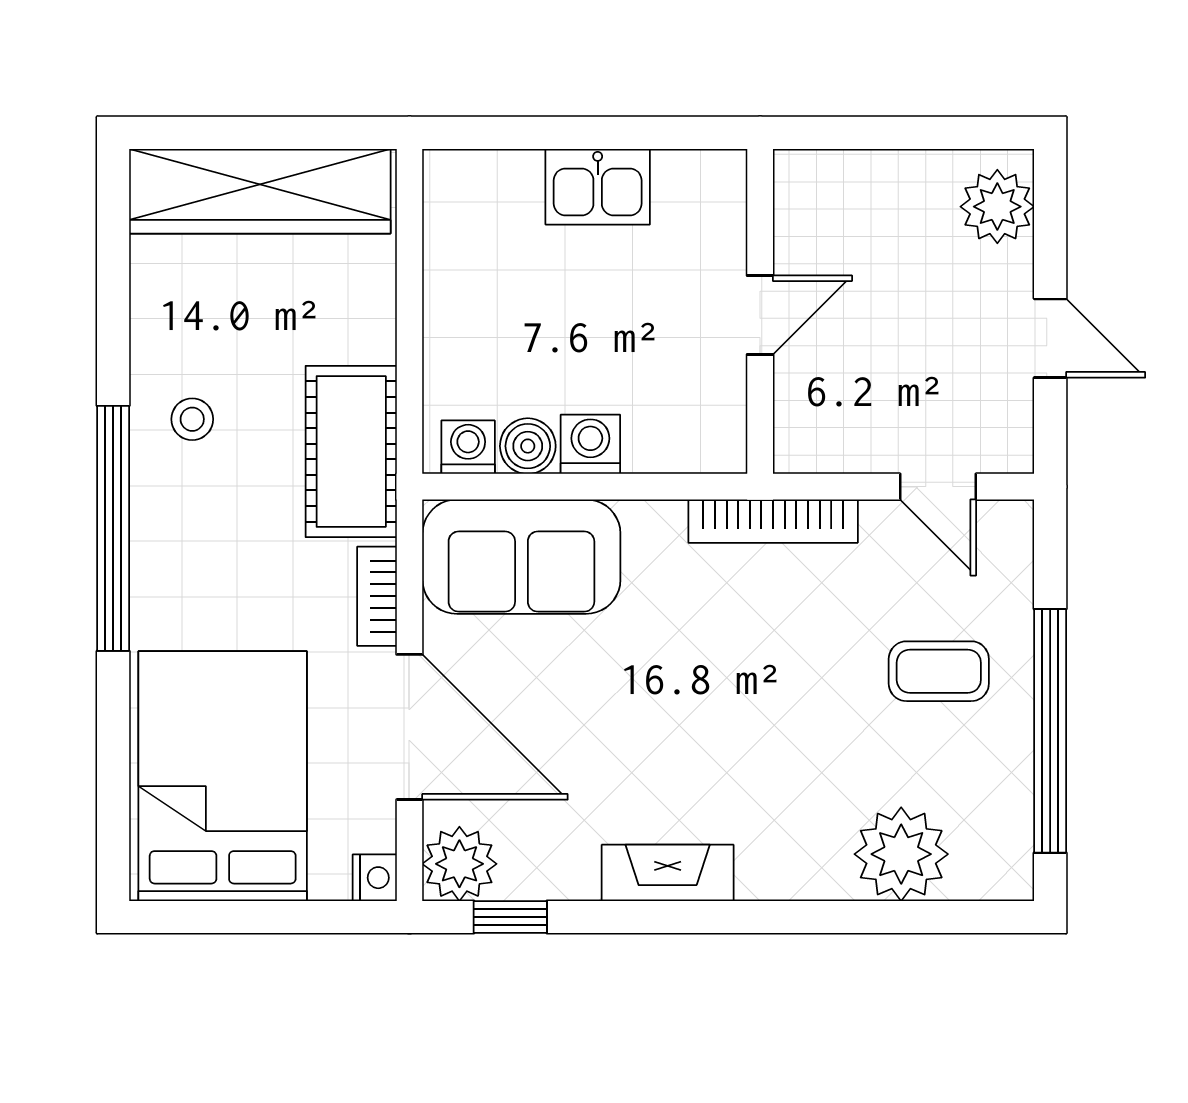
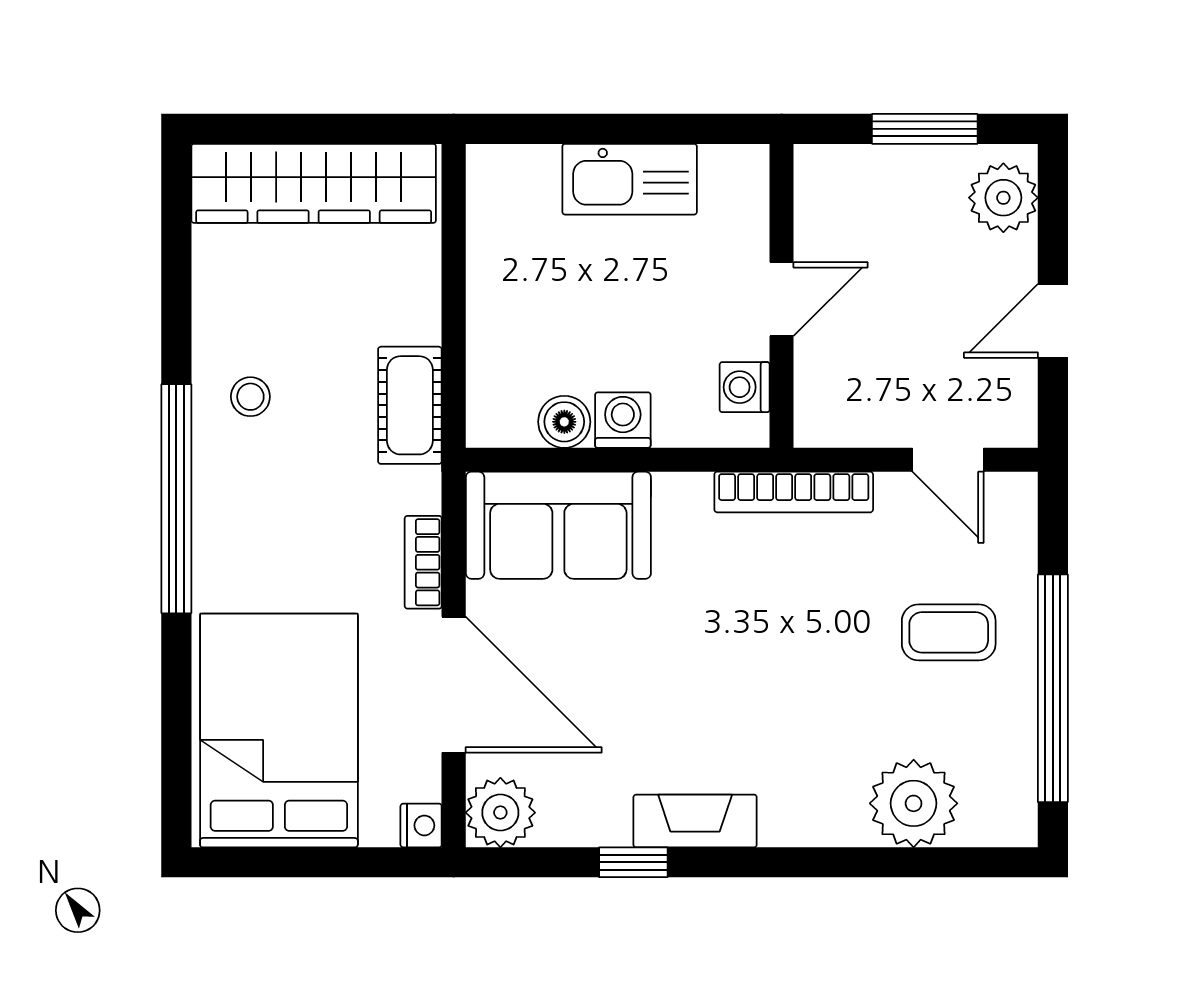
window: (913, 133) -> (925, 129), added
kitchen sink: (598, 187) -> (630, 179), width x1.38
door: (1050, 338) -> (1053, 321), swing flipped
washing machine: (468, 447) -> (745, 387), moved, turned -90
cot: (351, 451) -> (410, 405), width x0.73, depth x0.75
window: (510, 917) -> (633, 862), moved

